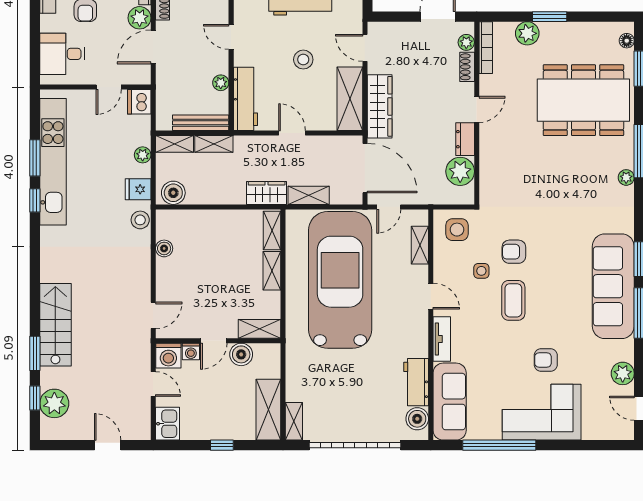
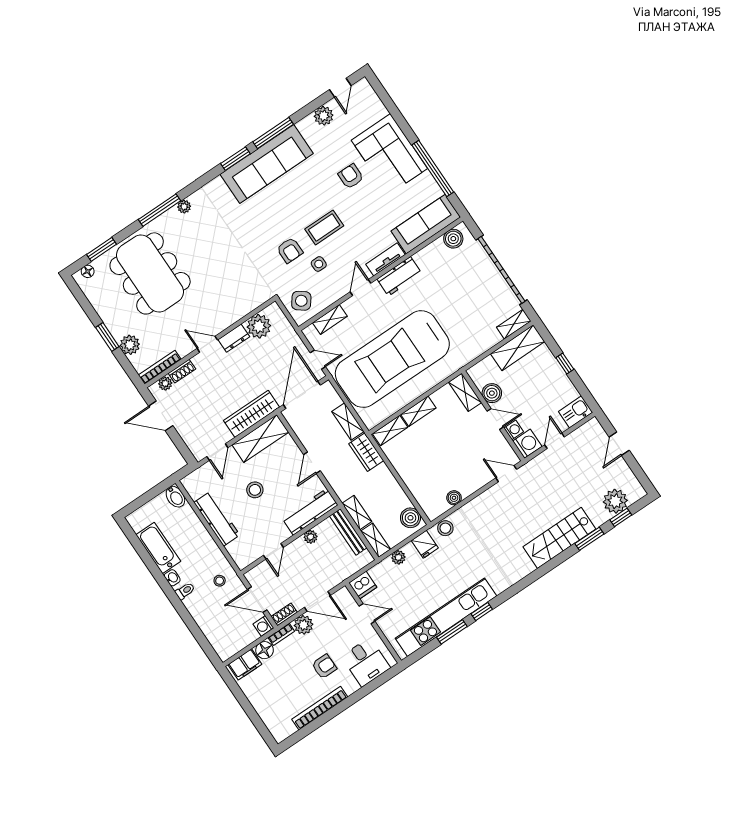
side table: (457, 230) -> (301, 301), turned 37
armchair: (546, 360) -> (351, 176), turned 180
workbench: (416, 382) -> (399, 276), moved

